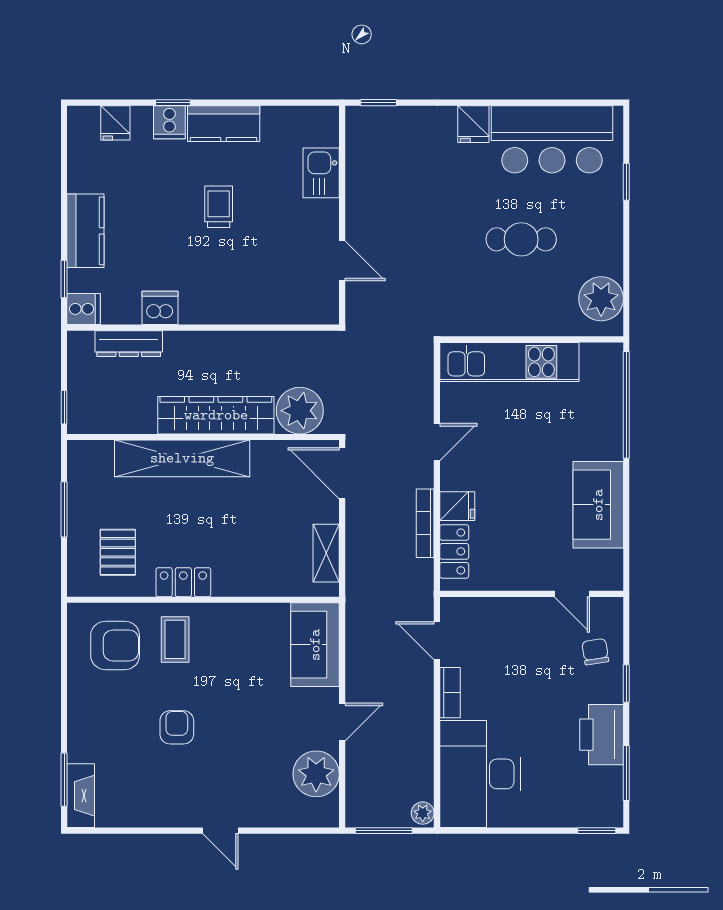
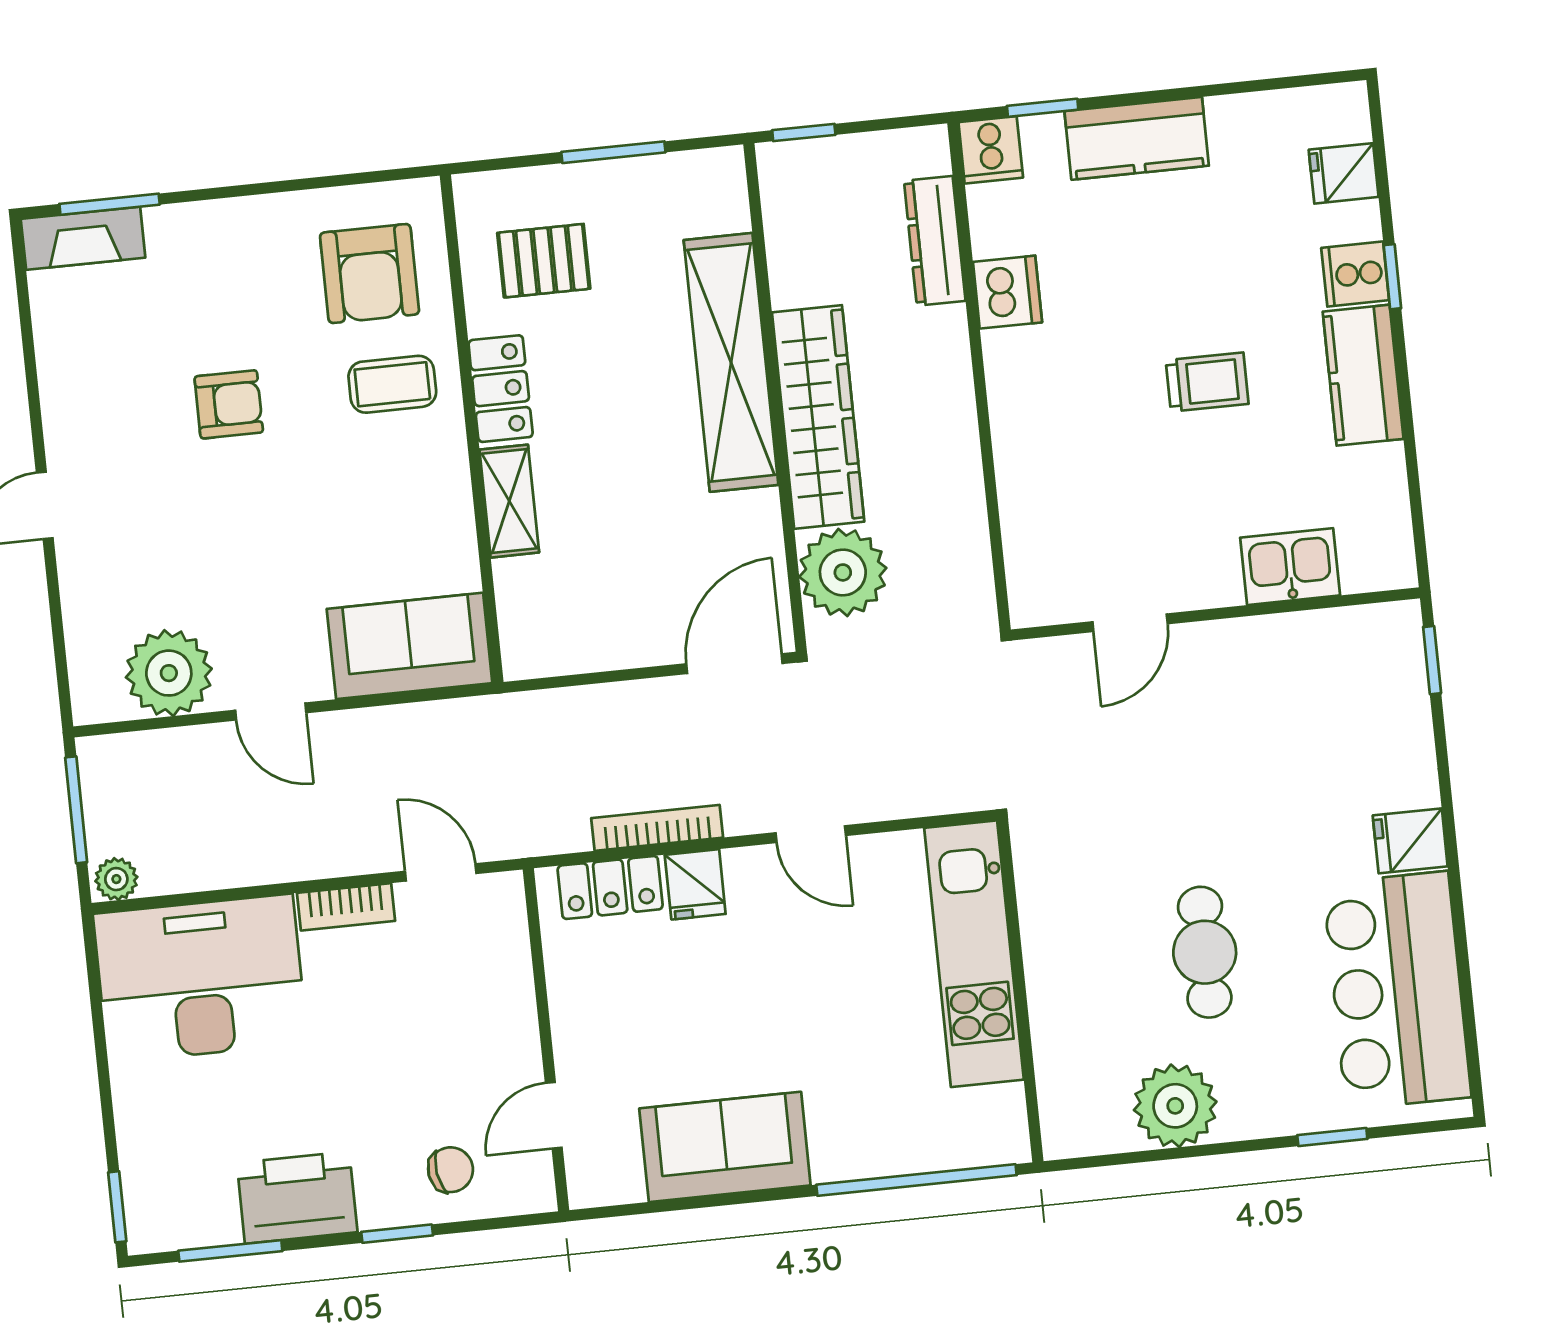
plant: (601, 299) -> (1175, 1106), moved
shelving: (326, 553) -> (509, 501), moved, turned 90
door: (437, 641) -> (441, 872), hinge flipped

